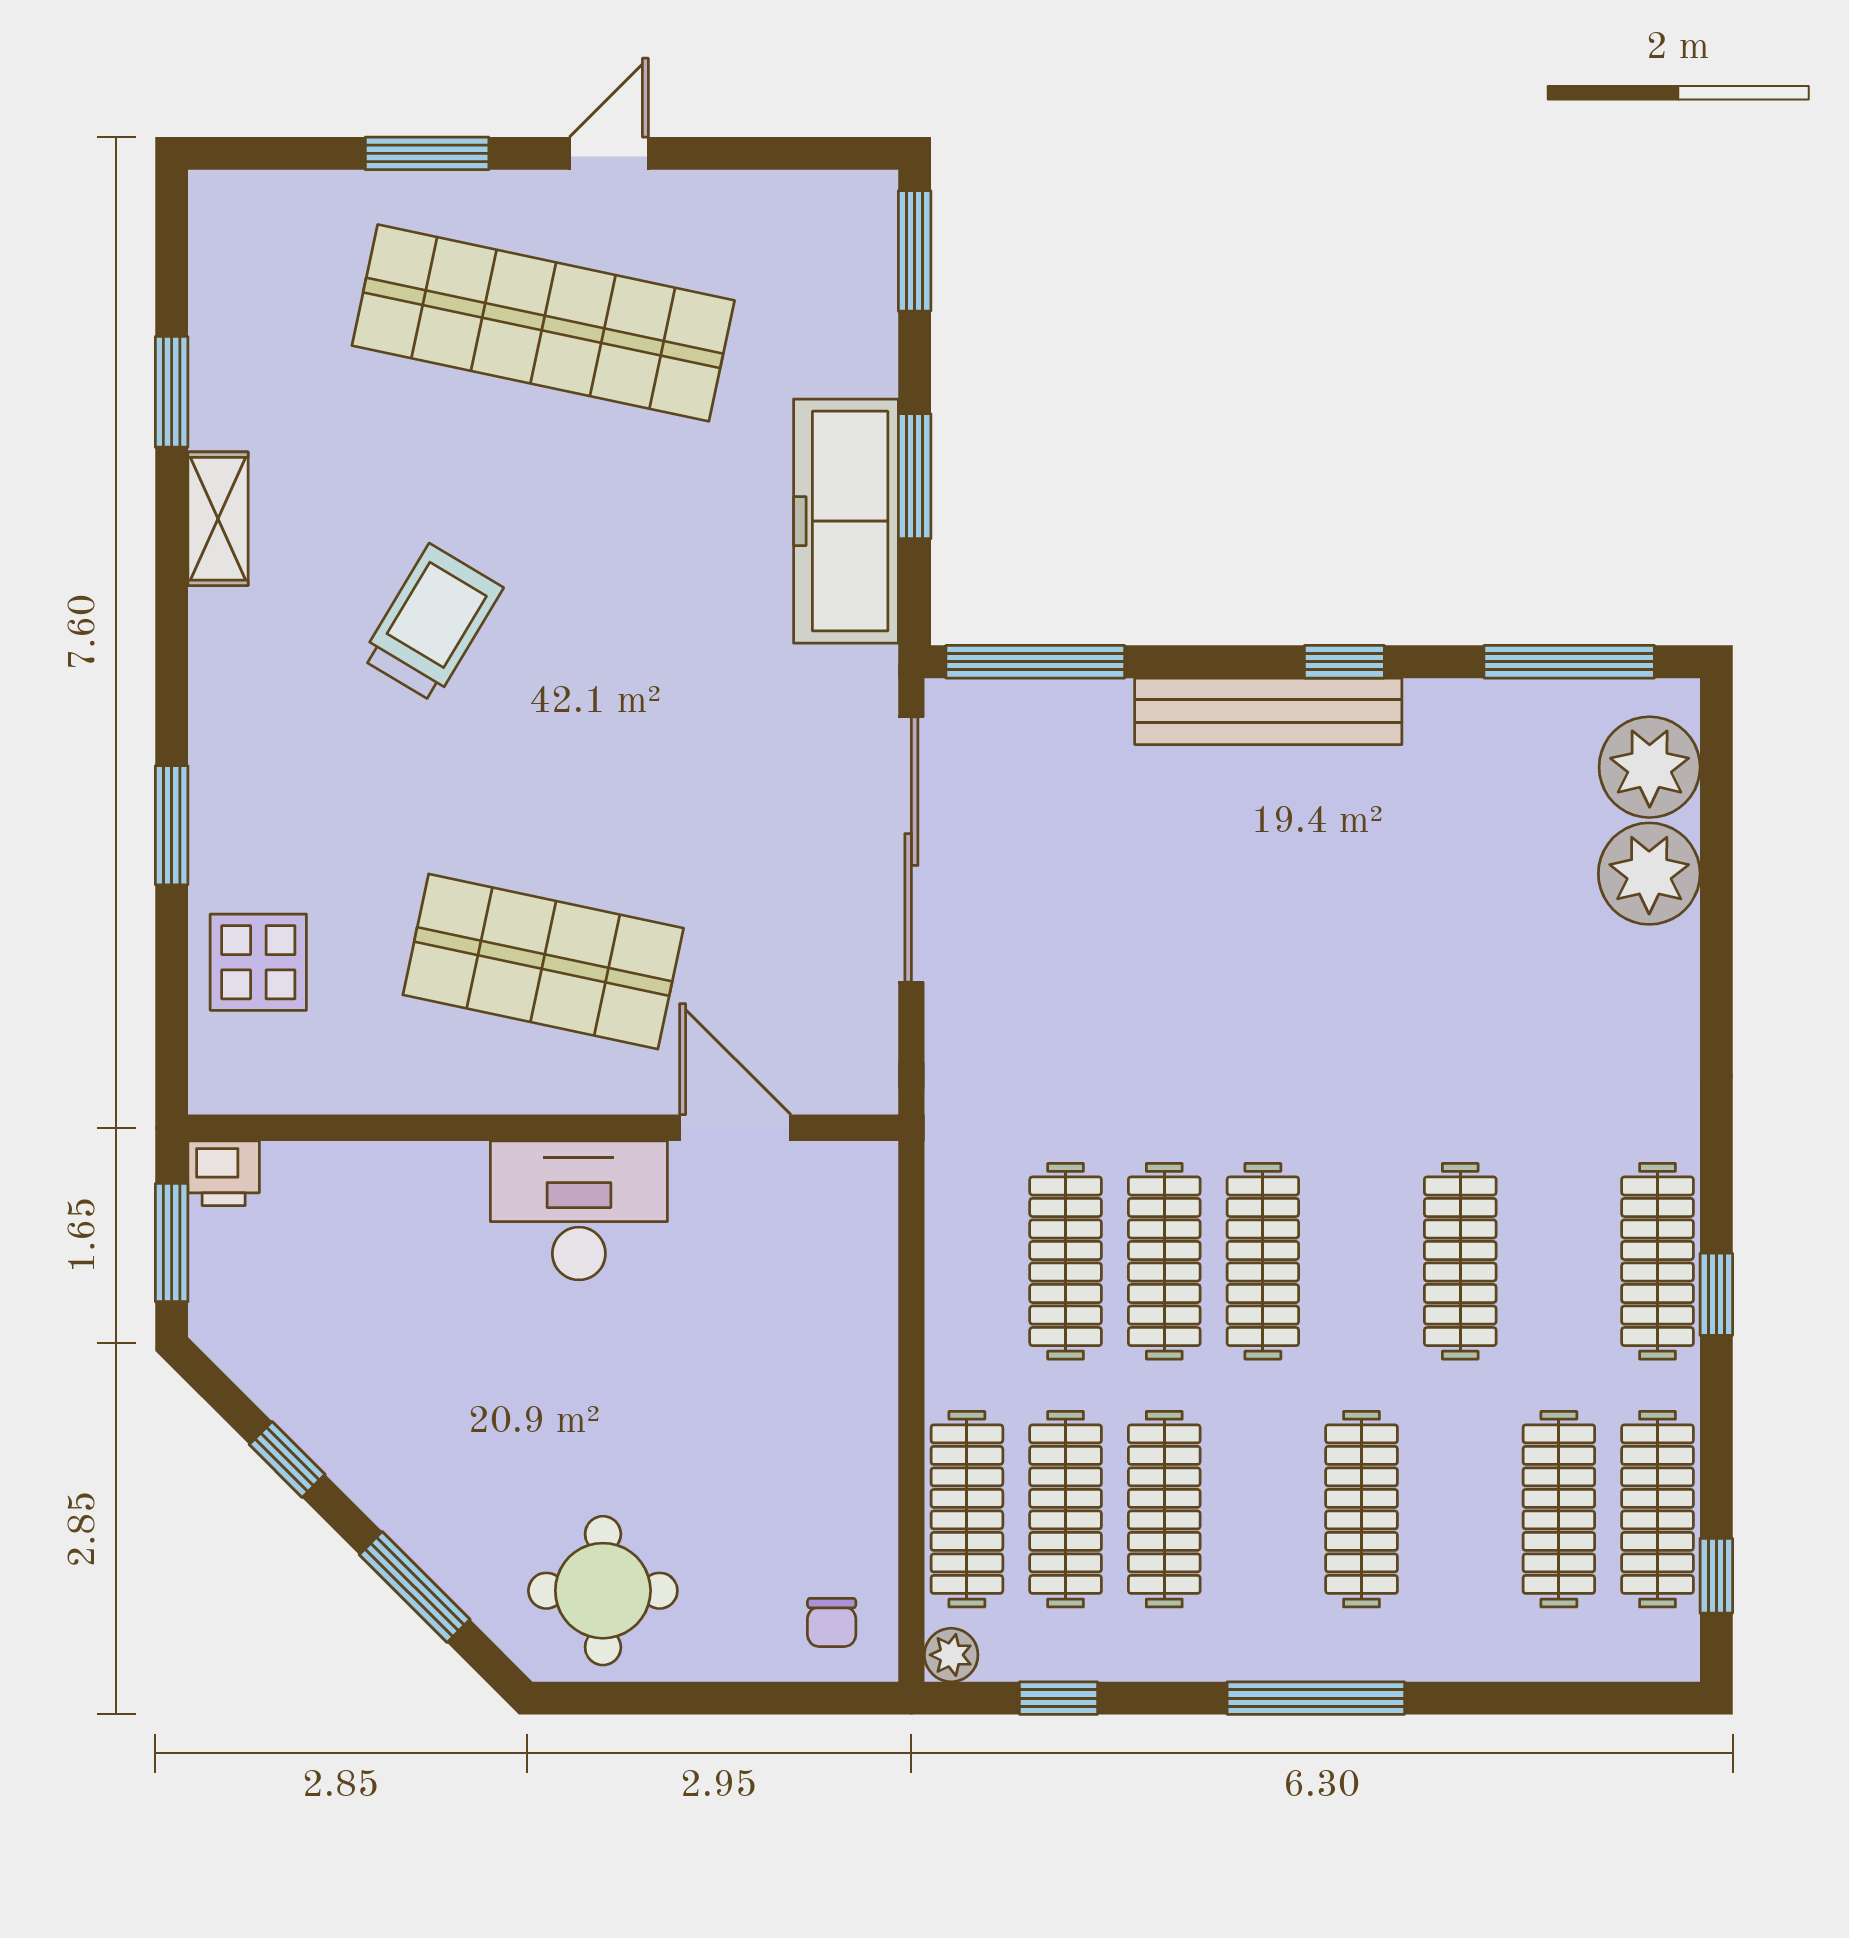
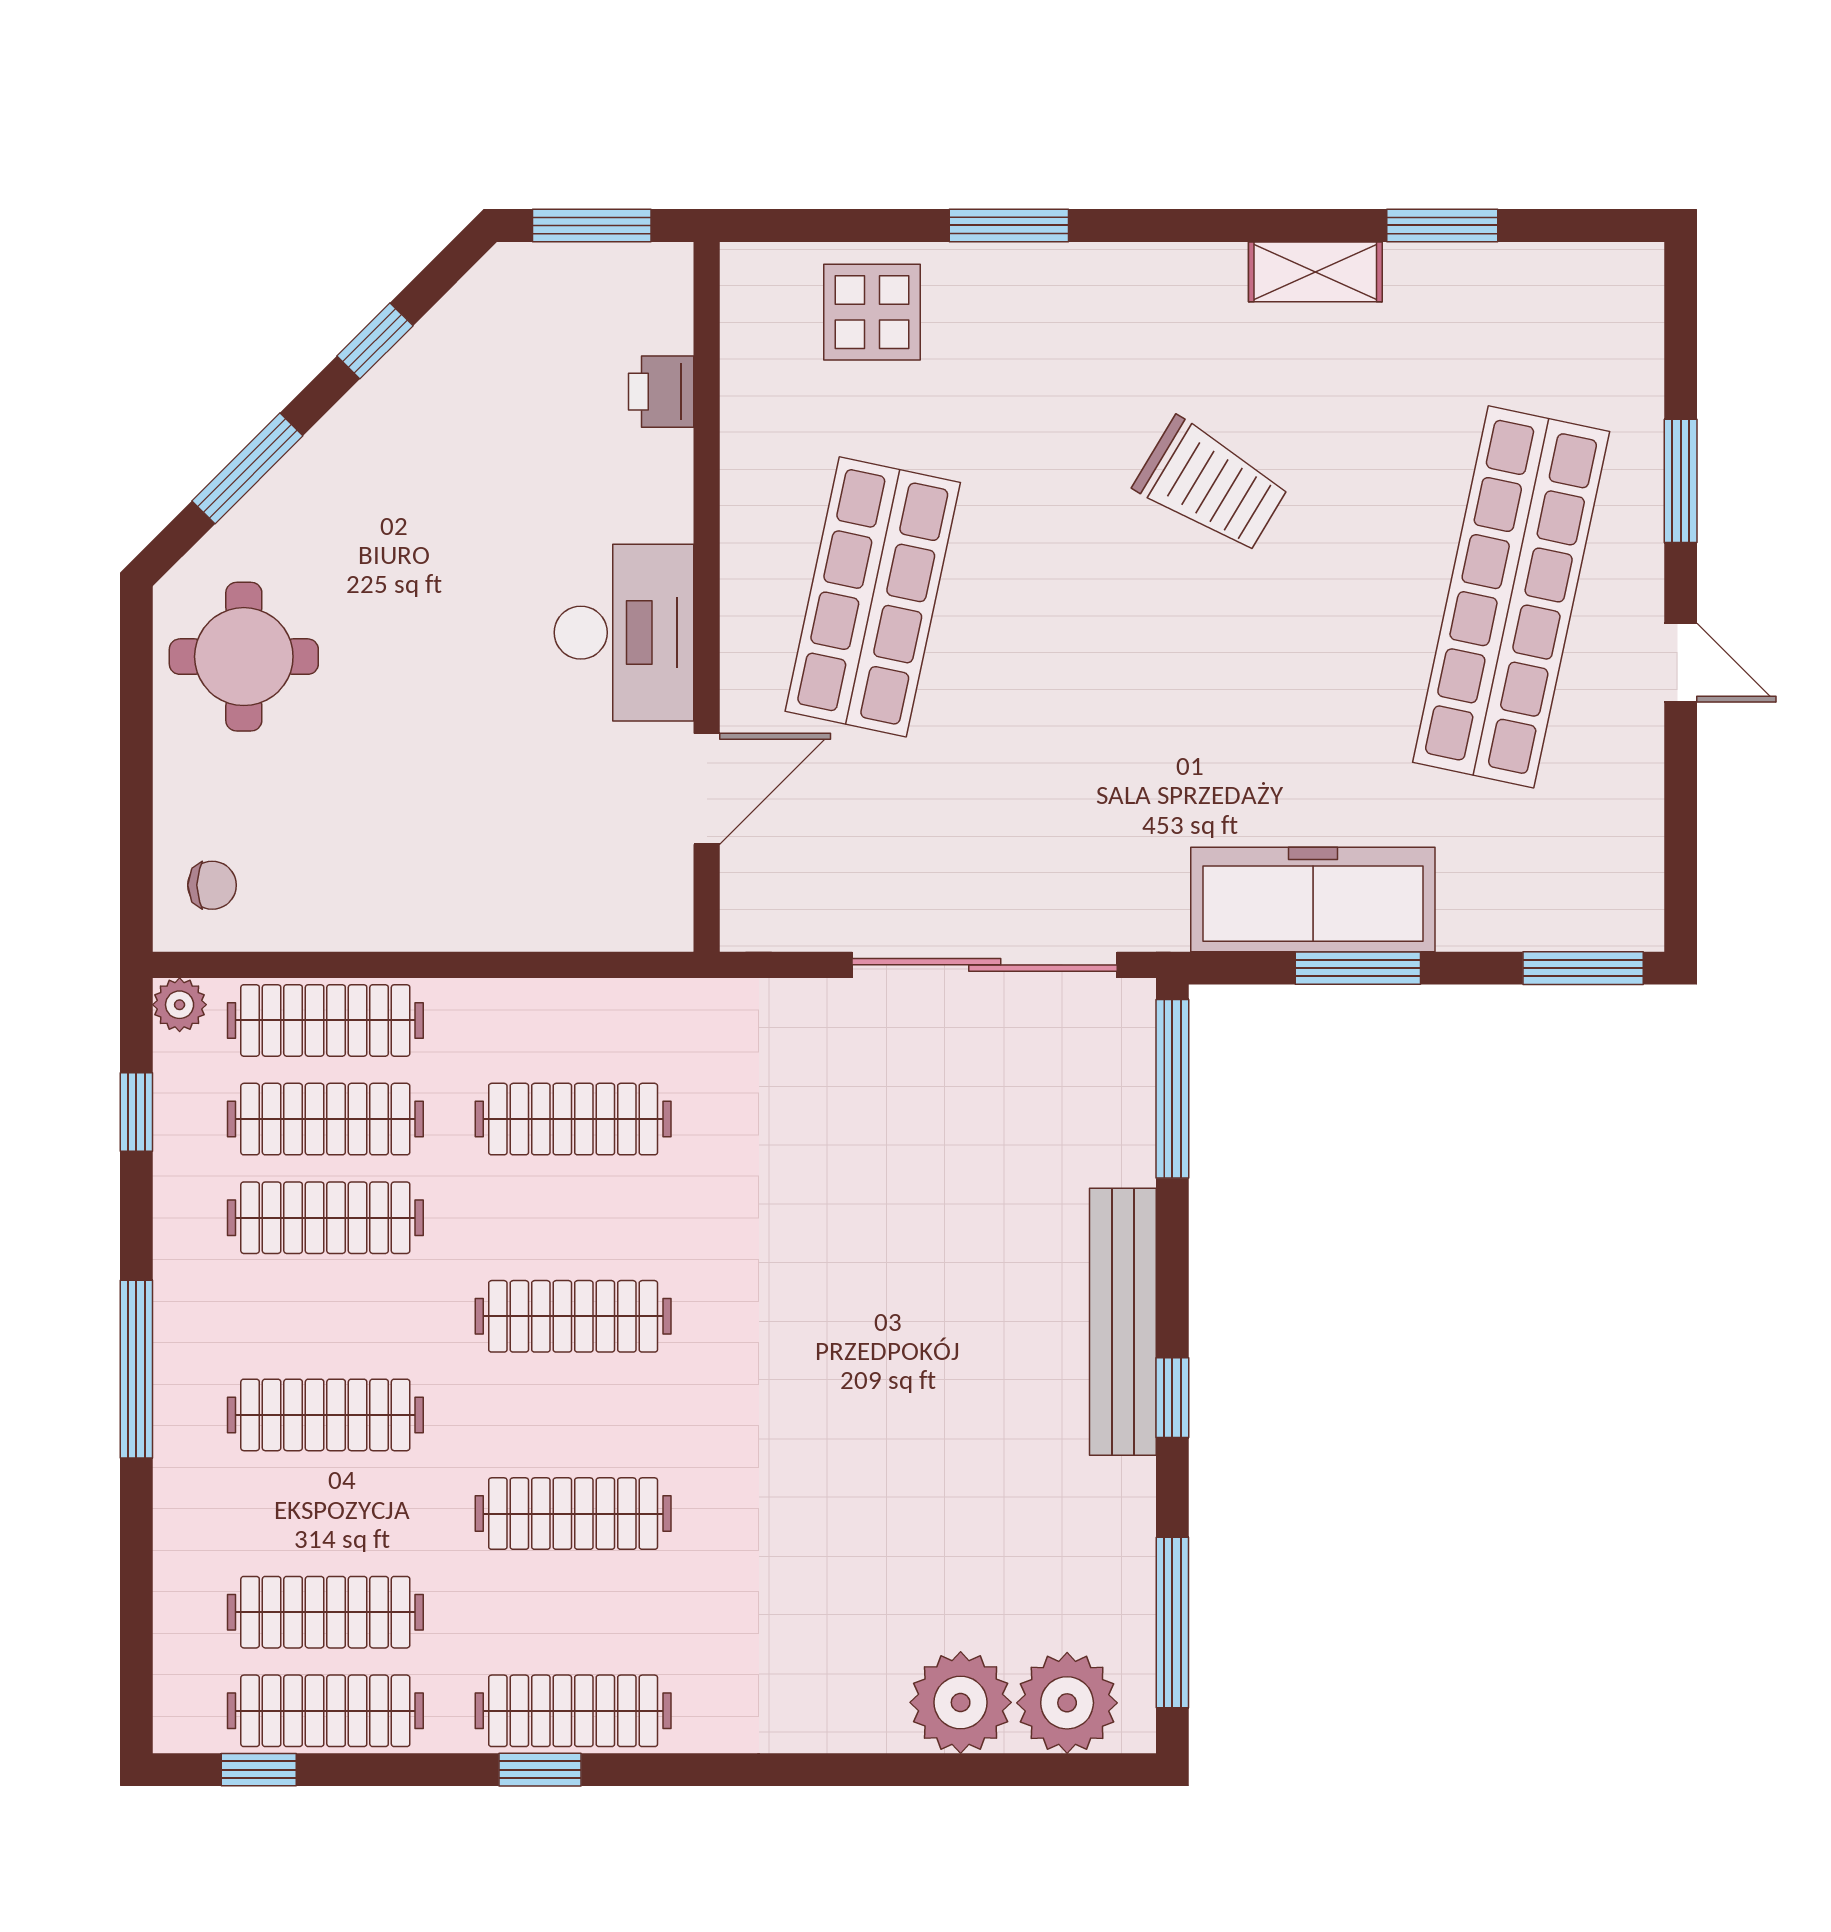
printer: (224, 1173) -> (661, 392), moved
clothes rail: (1164, 1261) -> (573, 1218), removed
chair: (832, 1622) -> (212, 885), turned 180

